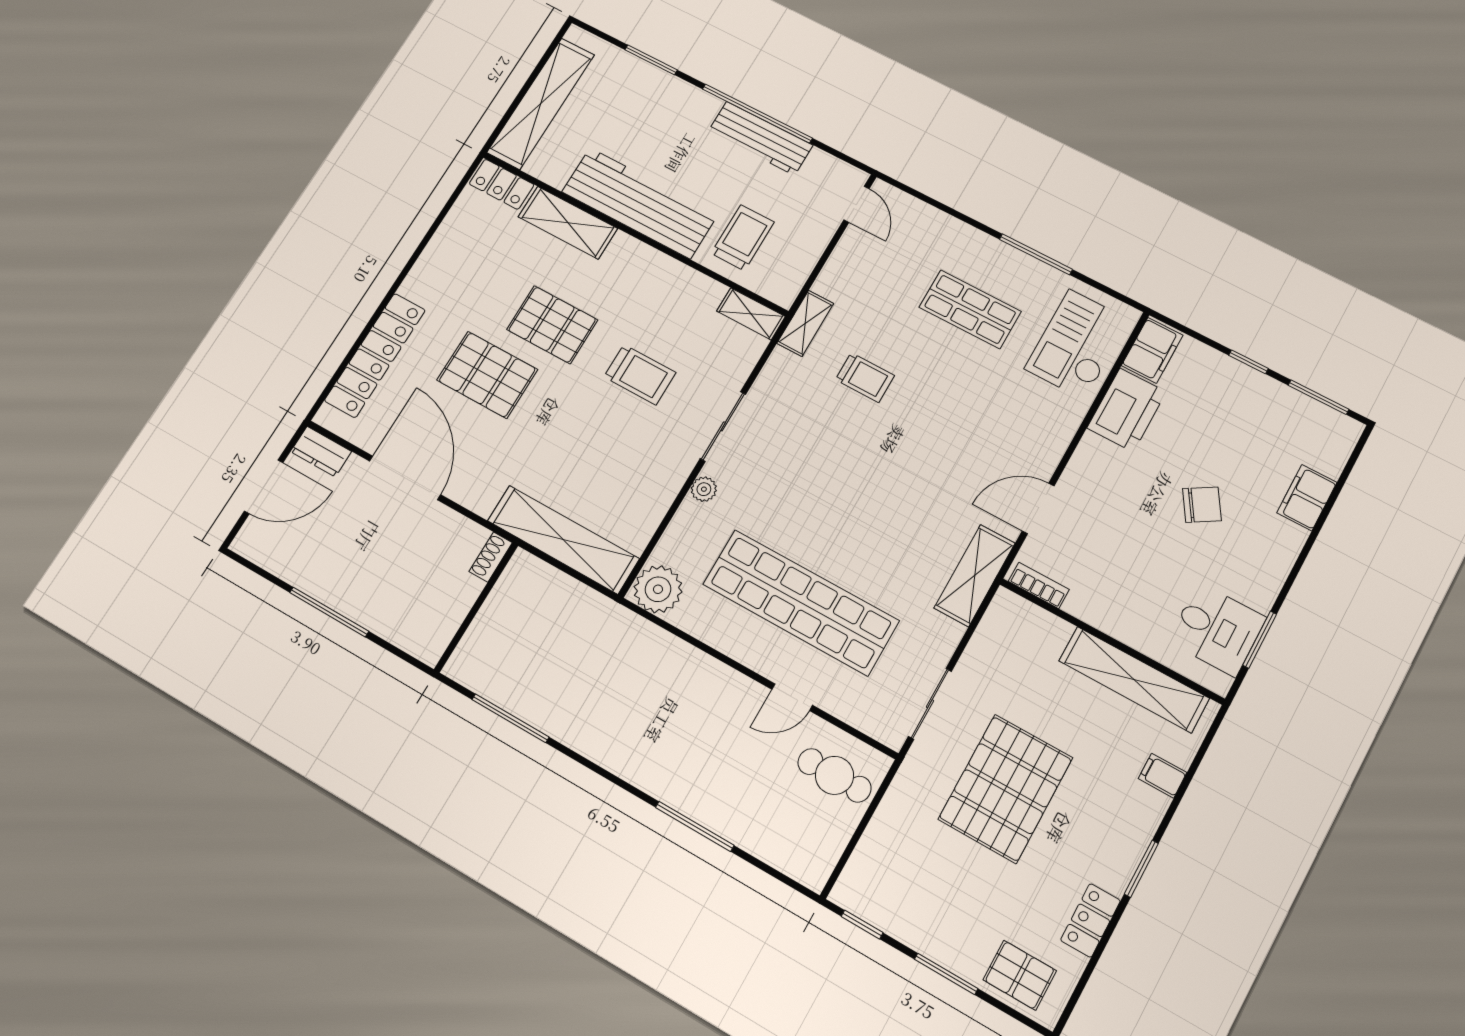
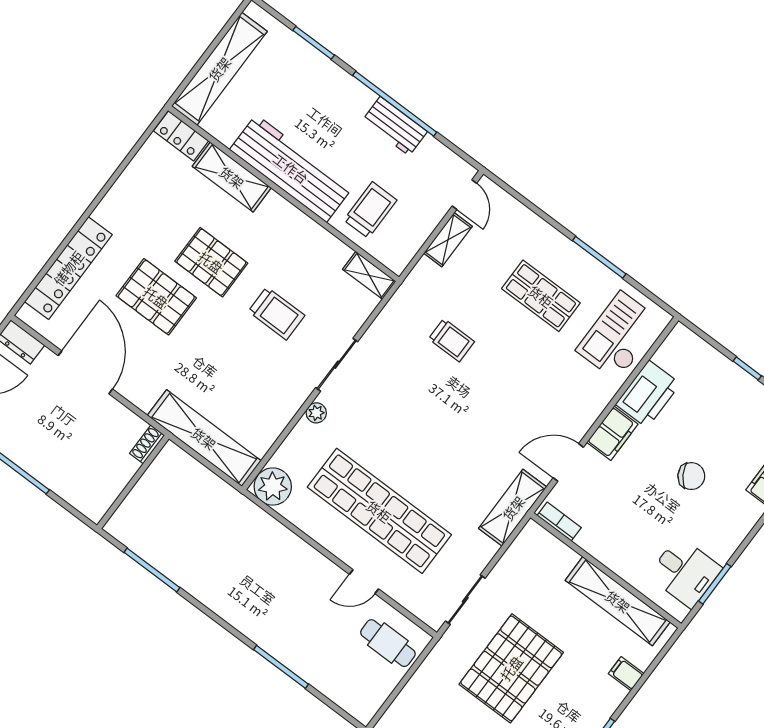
workbench: (760, 138) -> (395, 126), width x0.73
shelving: (805, 323) -> (448, 240), moved
filing cabinet: (1152, 350) -> (612, 433), moved

